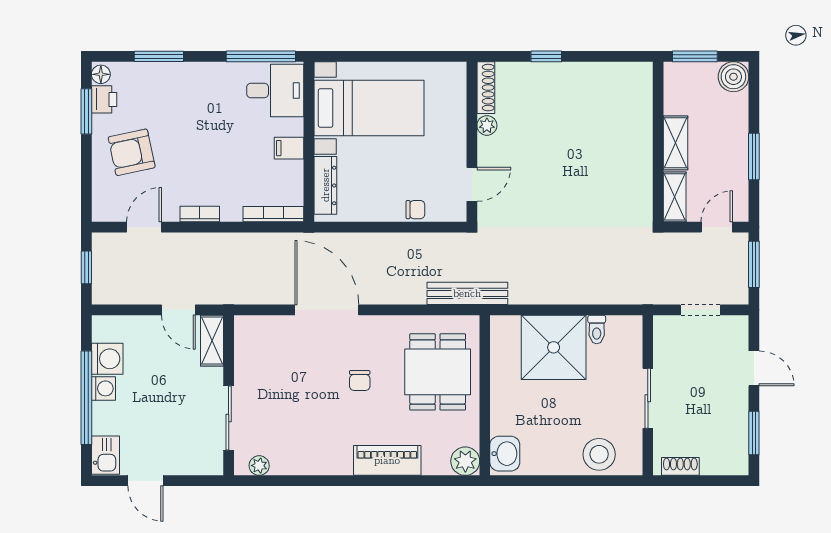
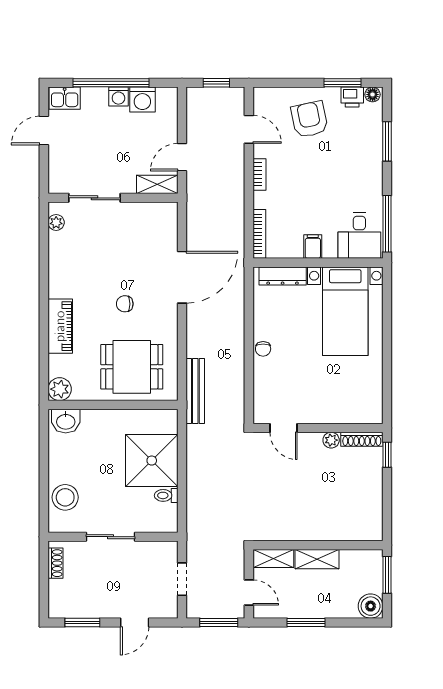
shoe rack: (486, 88) -> (362, 439), moved
plant: (487, 125) -> (331, 440), moved
wall: (472, 142) -> (318, 428), moved
door: (472, 184) -> (284, 428), moved

